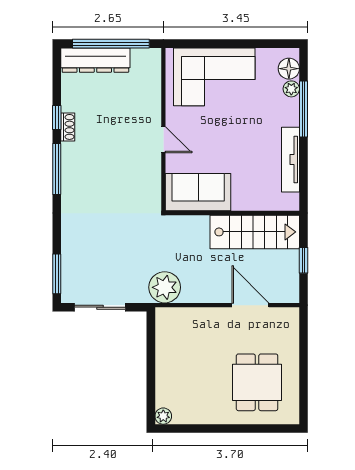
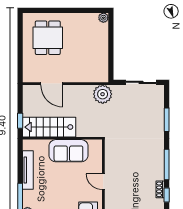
sofa: (198, 192) -> (68, 151), moved
window: (304, 260) -> (20, 121), moved
window: (57, 274) -> (167, 120), moved

